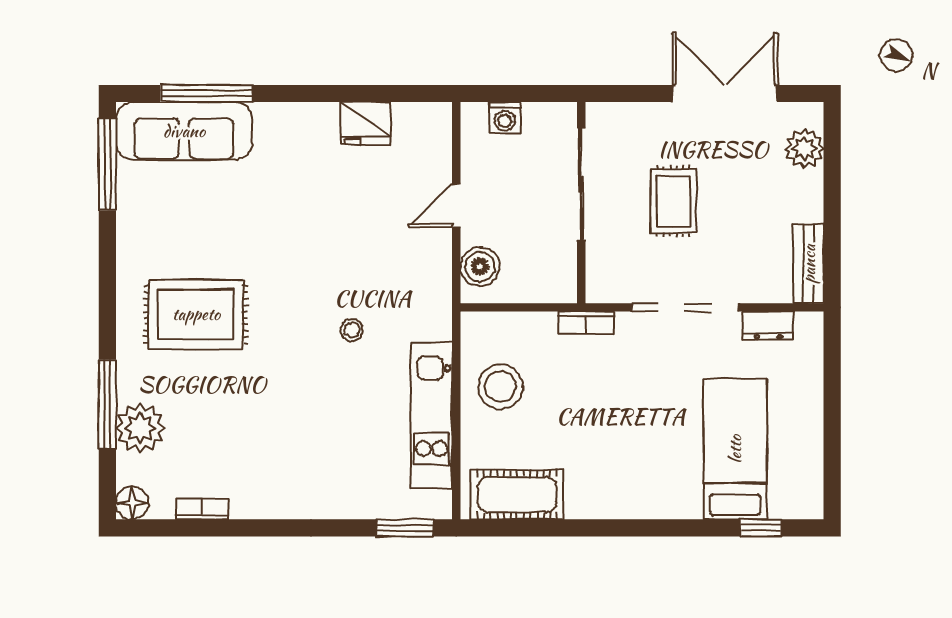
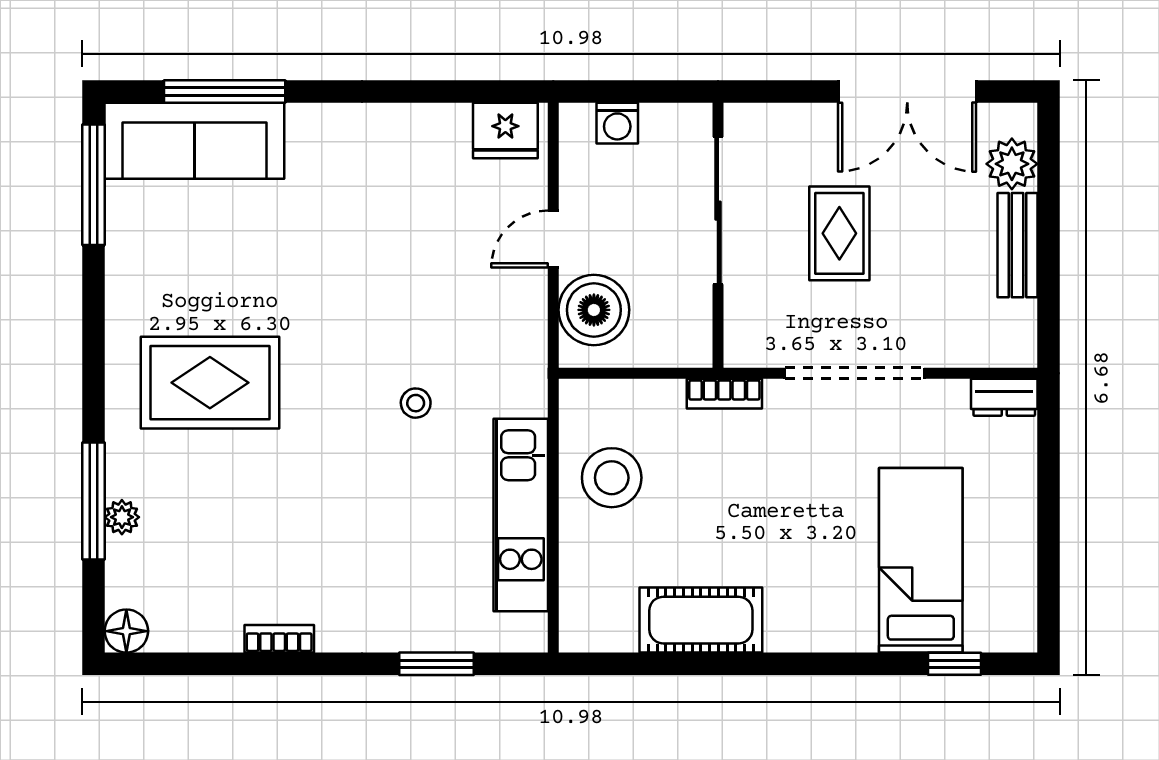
double door: (725, 94) -> (907, 92), swing flipped
fridge: (365, 123) -> (505, 130), moved
bench: (809, 264) -> (1017, 245), moved
boiler: (480, 267) -> (594, 310), width x1.37, depth x1.37
dresser: (768, 326) -> (1004, 397), moved
plant: (140, 428) -> (122, 517), width x0.53, depth x0.53
cot: (517, 495) -> (701, 620), moved
bookcase: (202, 509) -> (279, 639), moved
window: (405, 528) -> (437, 664), moved

